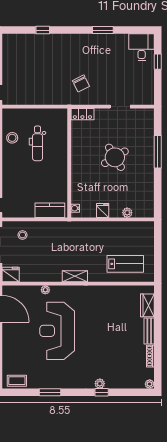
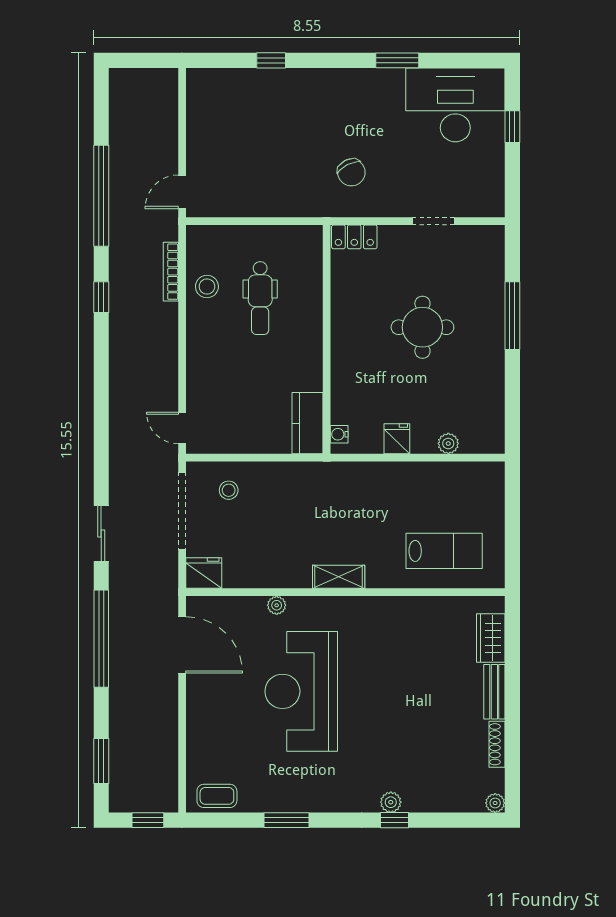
desk: (142, 47) -> (455, 105), width x1.87, depth x1.30
round table: (115, 157) -> (422, 327), turned 31
kitchen counter: (50, 210) -> (308, 423), moved, turned -90

